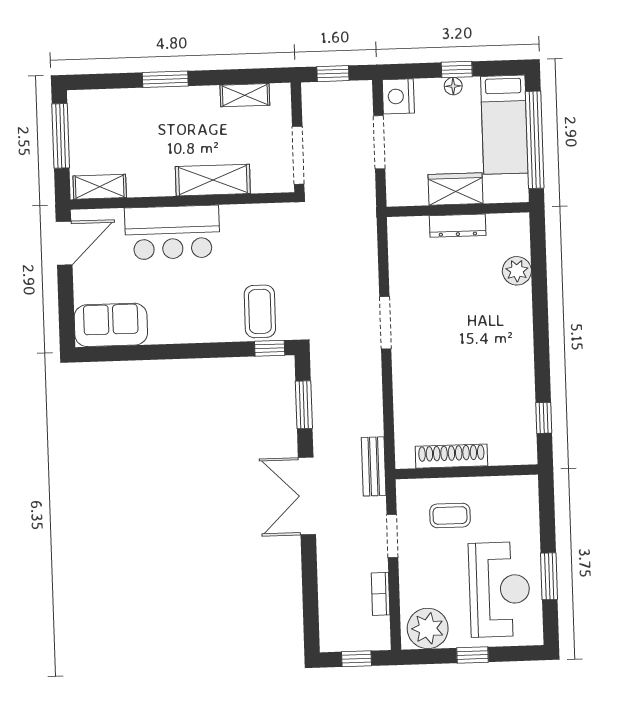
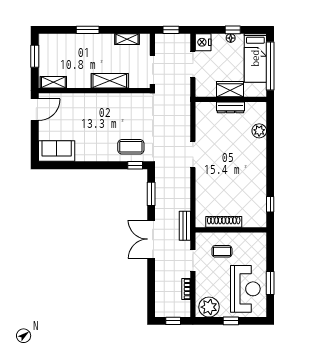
window: (61, 136) -> (35, 56), width x0.69
bar counter: (172, 232) -> (89, 106), removed
coffee table: (260, 311) -> (131, 147), turned 90

